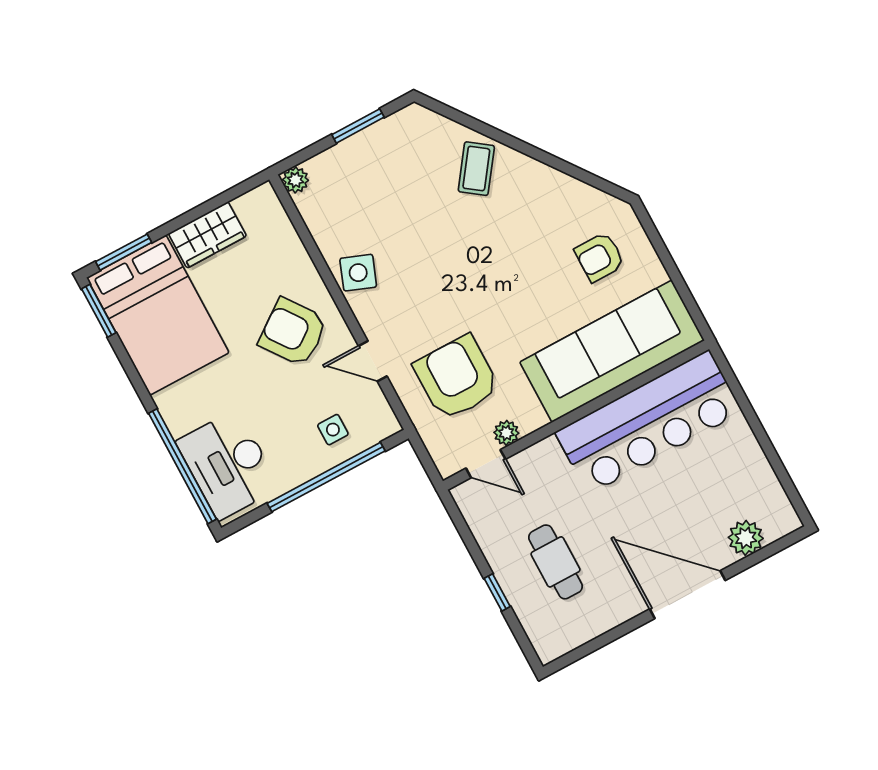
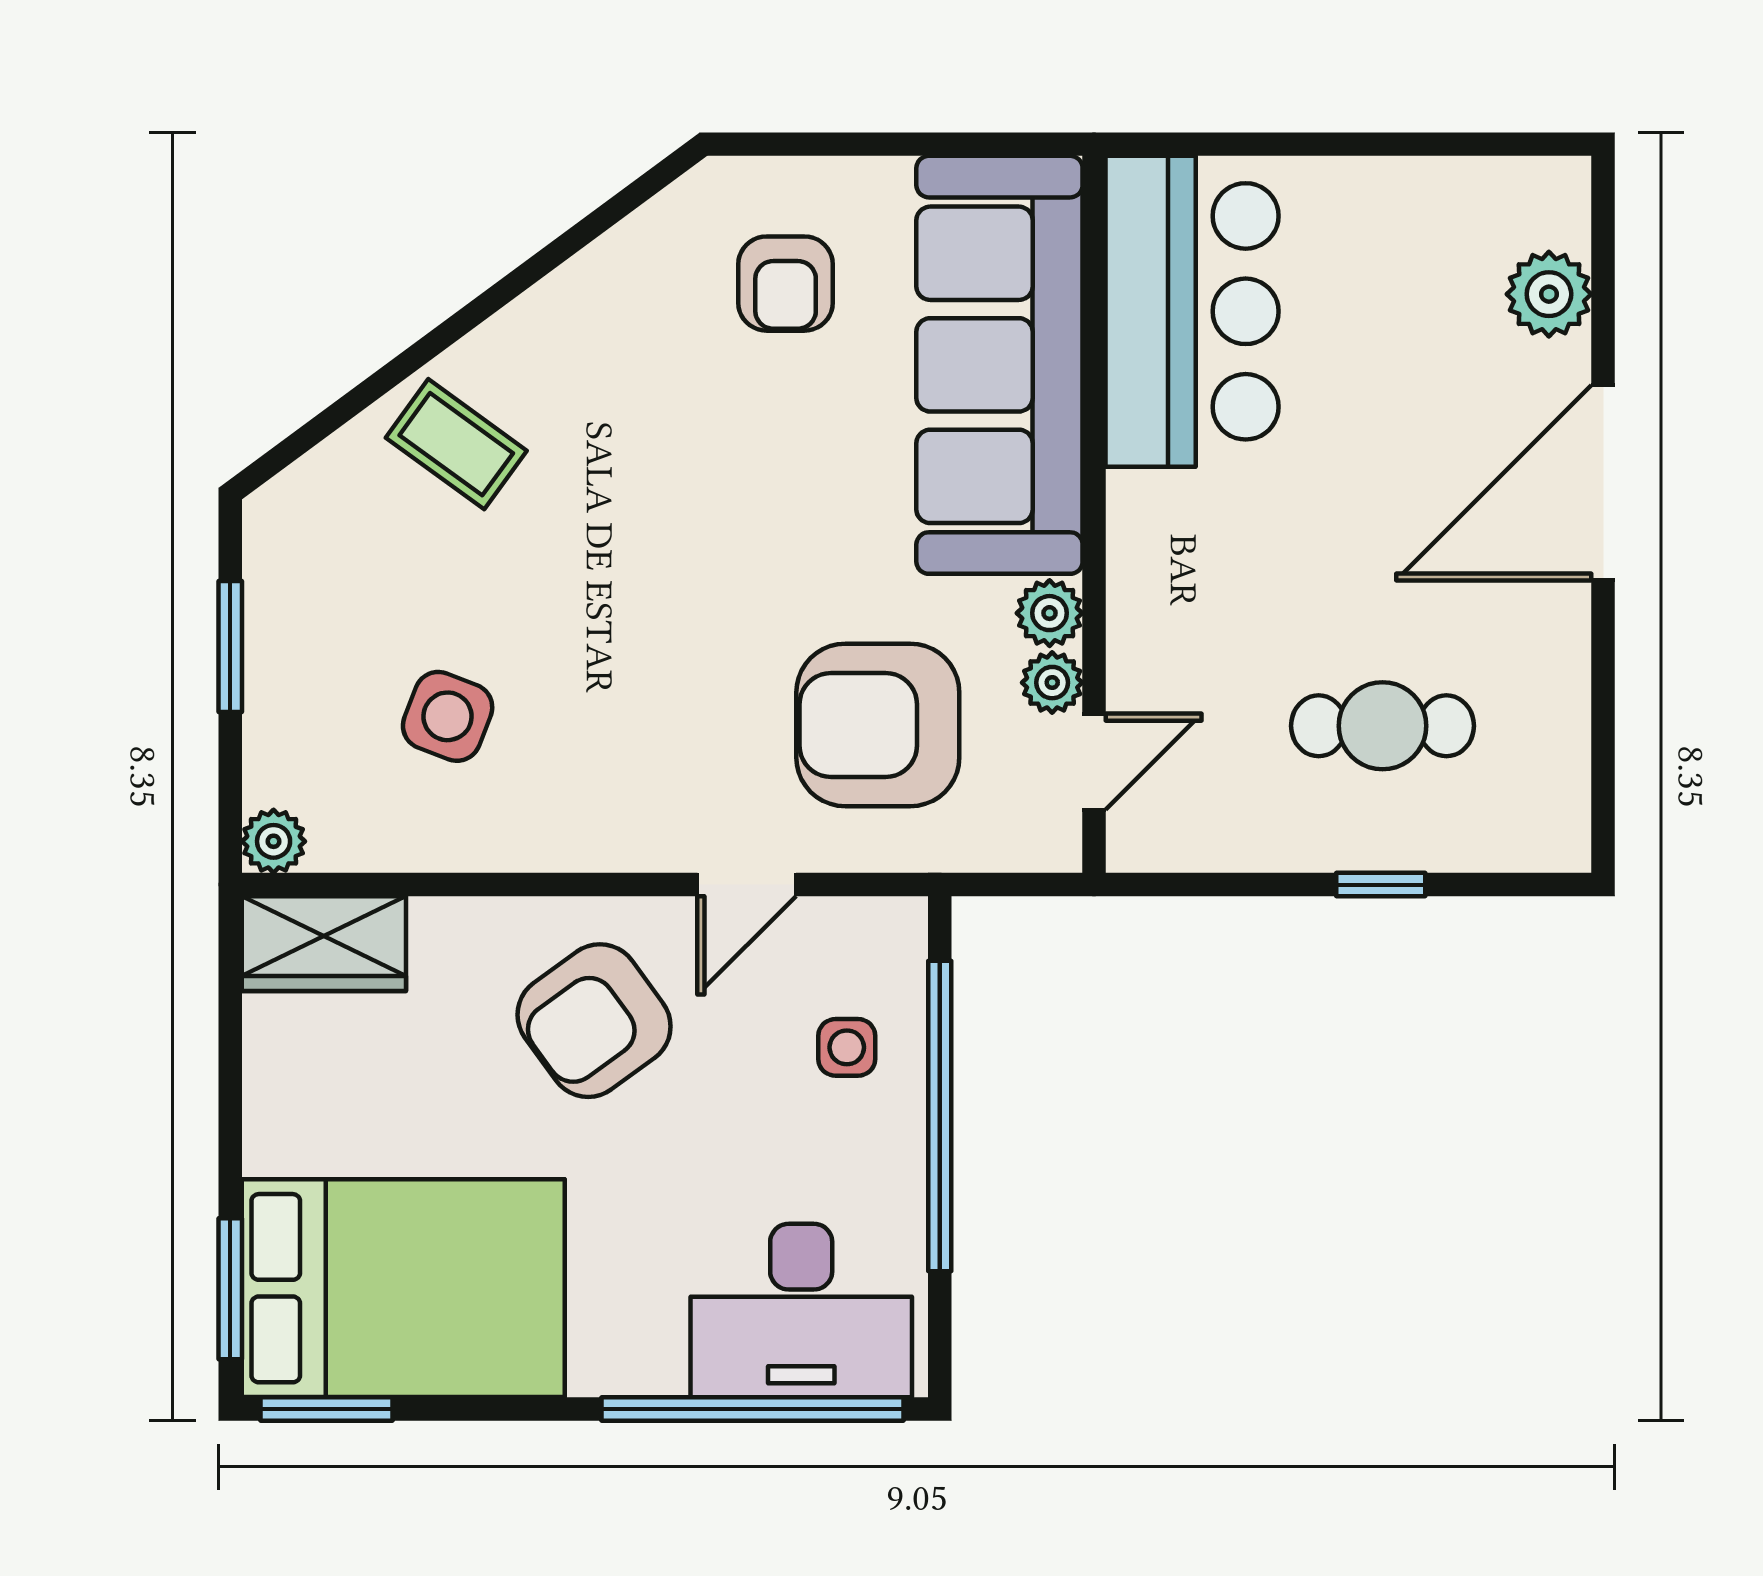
wardrobe: (207, 235) -> (324, 944), moved, turned 90
side table: (358, 273) -> (448, 716), moved
plant: (531, 418) -> (1050, 613), added
bar counter: (649, 422) -> (1192, 311), width x0.73

